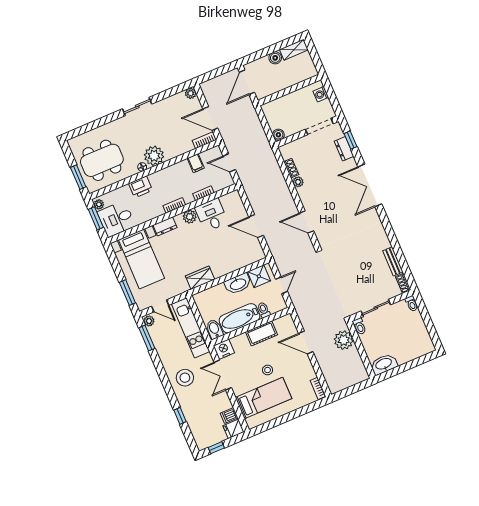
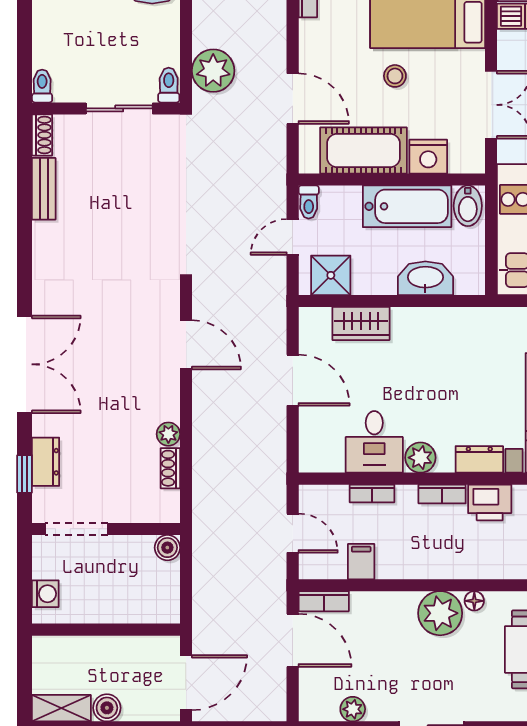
plant: (191, 93) -> (353, 709), moved
printer: (141, 187) -> (490, 502), moved, turned 180
wardrobe: (200, 278) -> (361, 323), moved
washbasin: (238, 284) -> (425, 278), moved
toilet: (264, 310) -> (309, 202), moved
cot: (261, 333) -> (363, 150), width x1.37, depth x1.34
nightstand: (224, 349) -> (428, 157), moved

